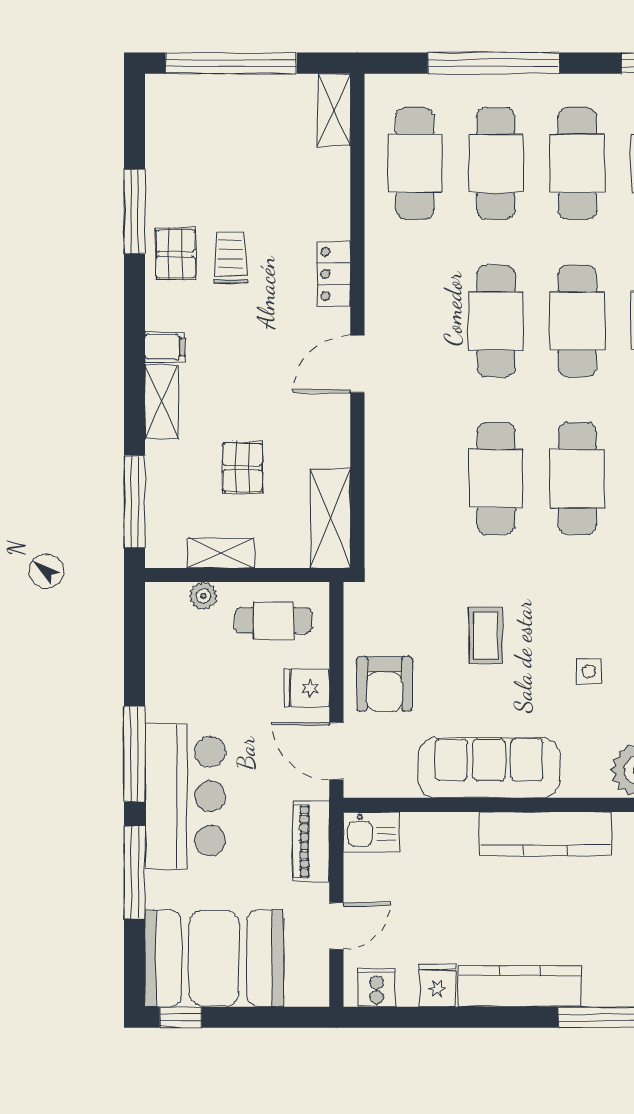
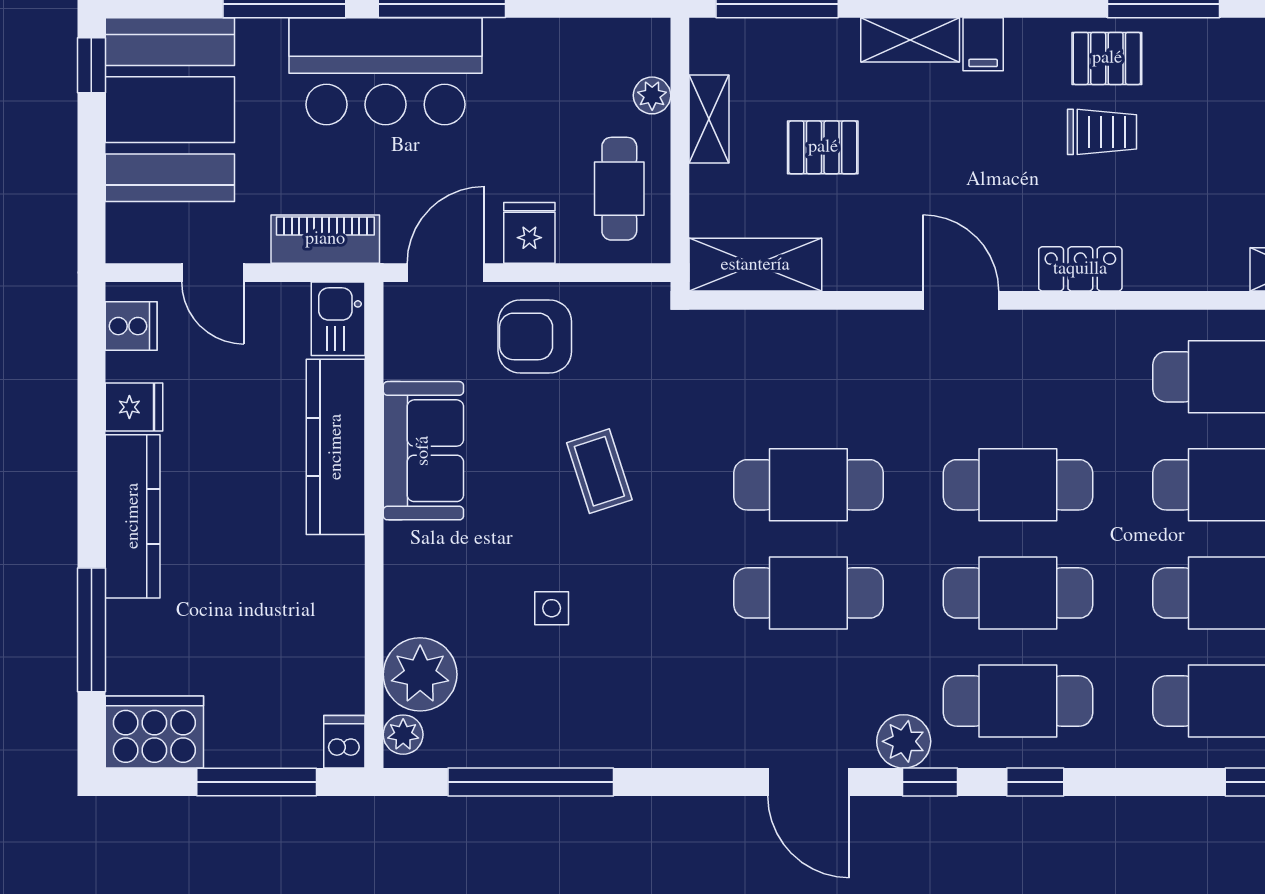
coffee table: (486, 635) -> (599, 471), turned 72
sofa: (489, 768) -> (423, 451), width x0.73
kitchen counter: (546, 834) -> (336, 447), moved

